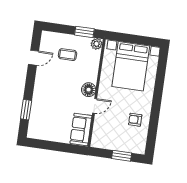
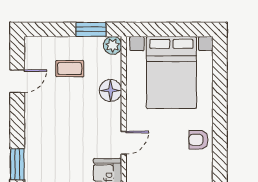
floor lamp: (89, 90) -> (111, 90), moved
armchair: (135, 120) -> (199, 140), moved

